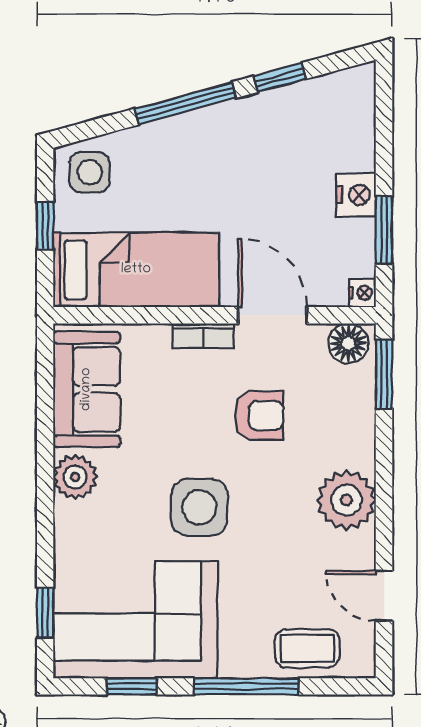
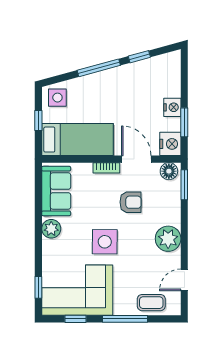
nightstand: (362, 293) -> (170, 144), width x1.89, depth x1.79
door: (384, 596) -> (184, 280), hinge flipped

